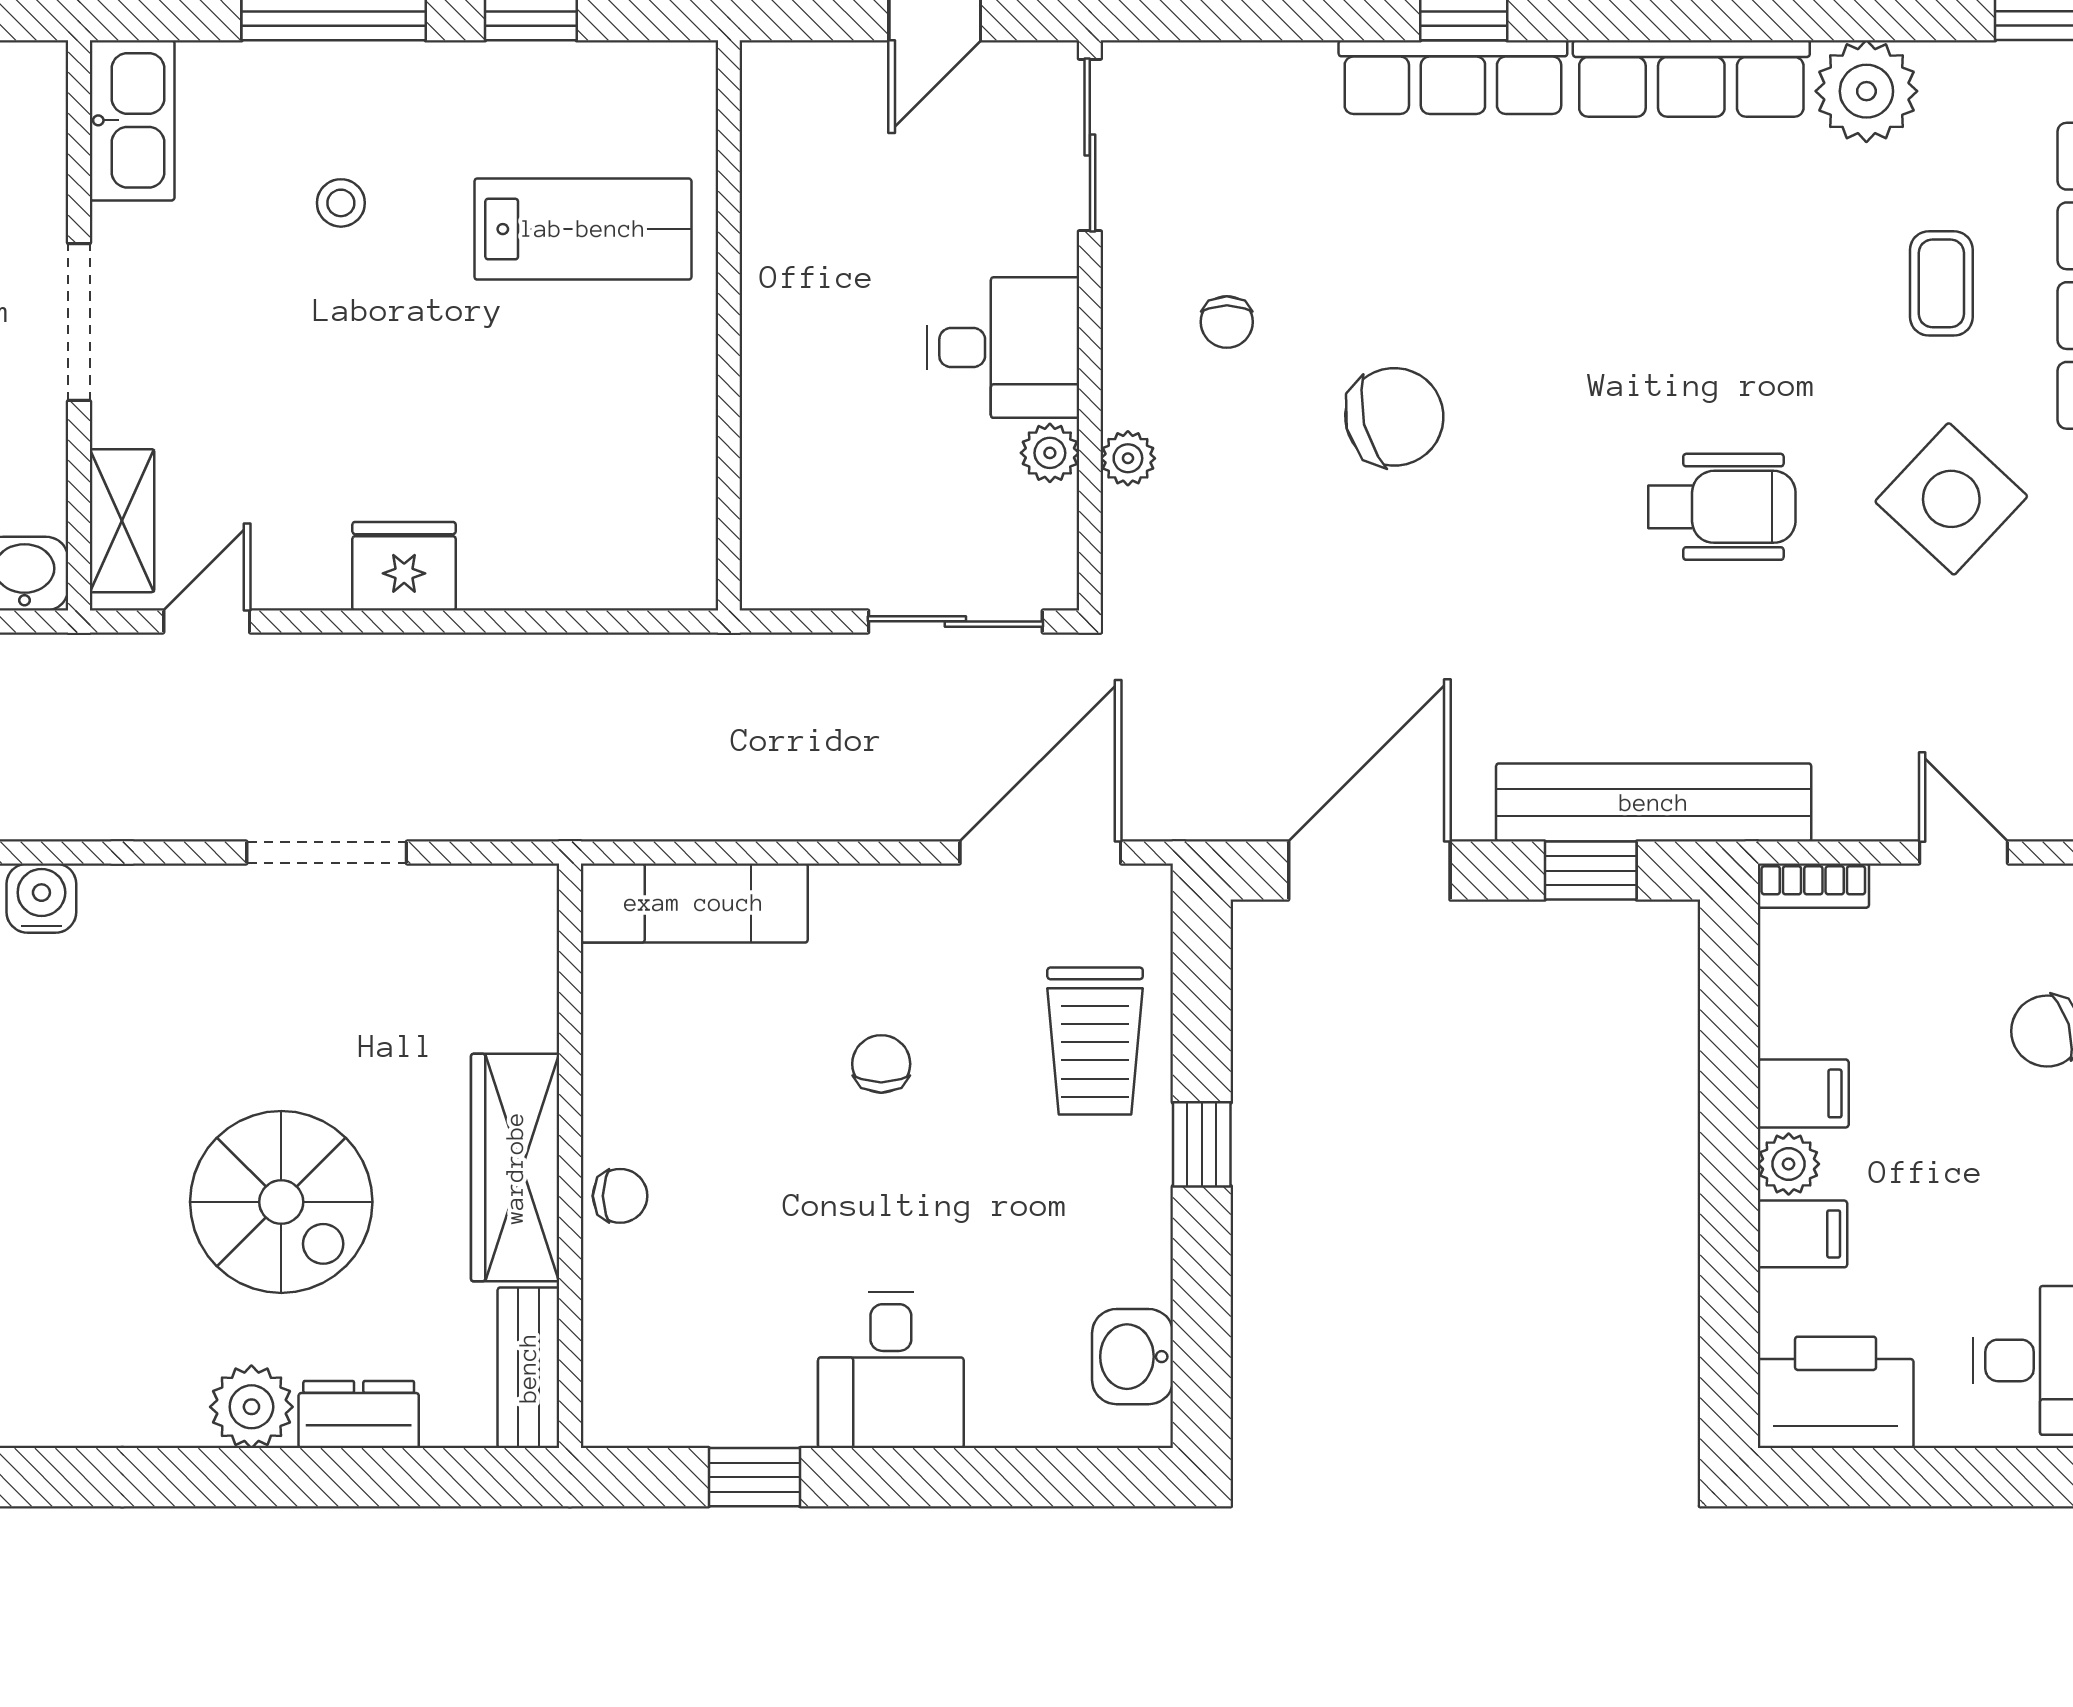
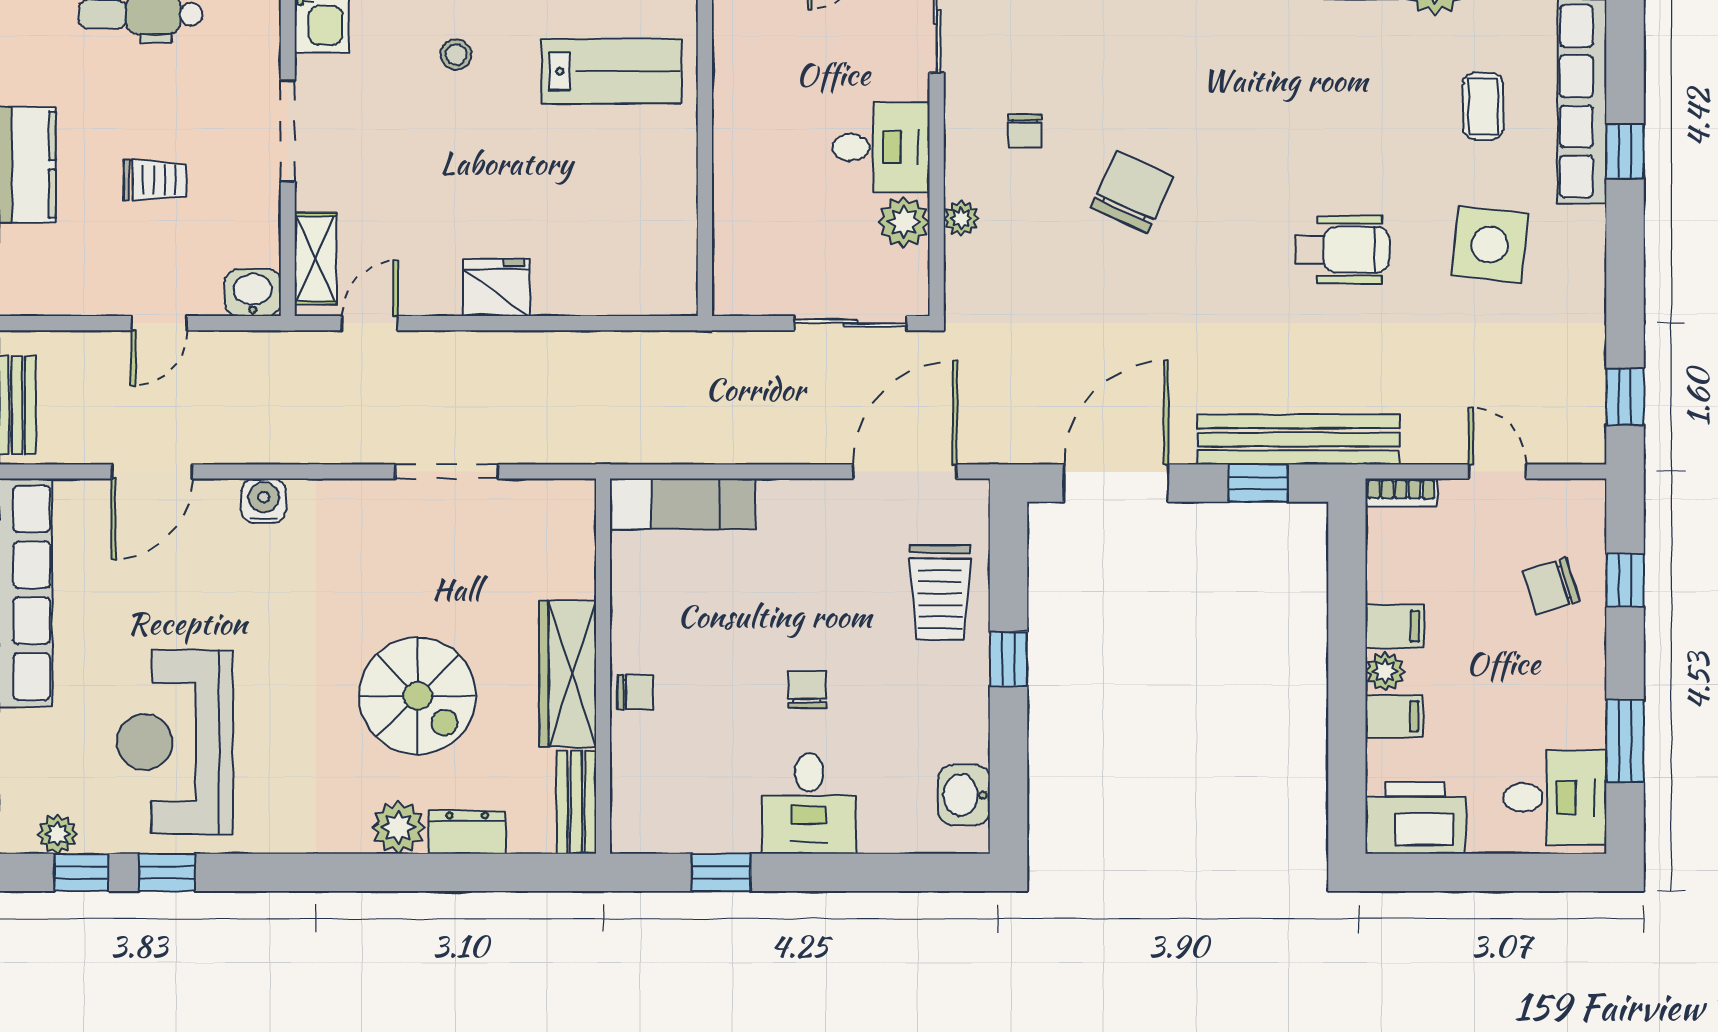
chair: (1394, 417) -> (1132, 192), turned -51
plant: (1050, 453) -> (904, 222), width x1.38, depth x1.38
side table: (1951, 499) -> (1490, 245), turned -37
chair: (881, 1064) -> (807, 690), moved

